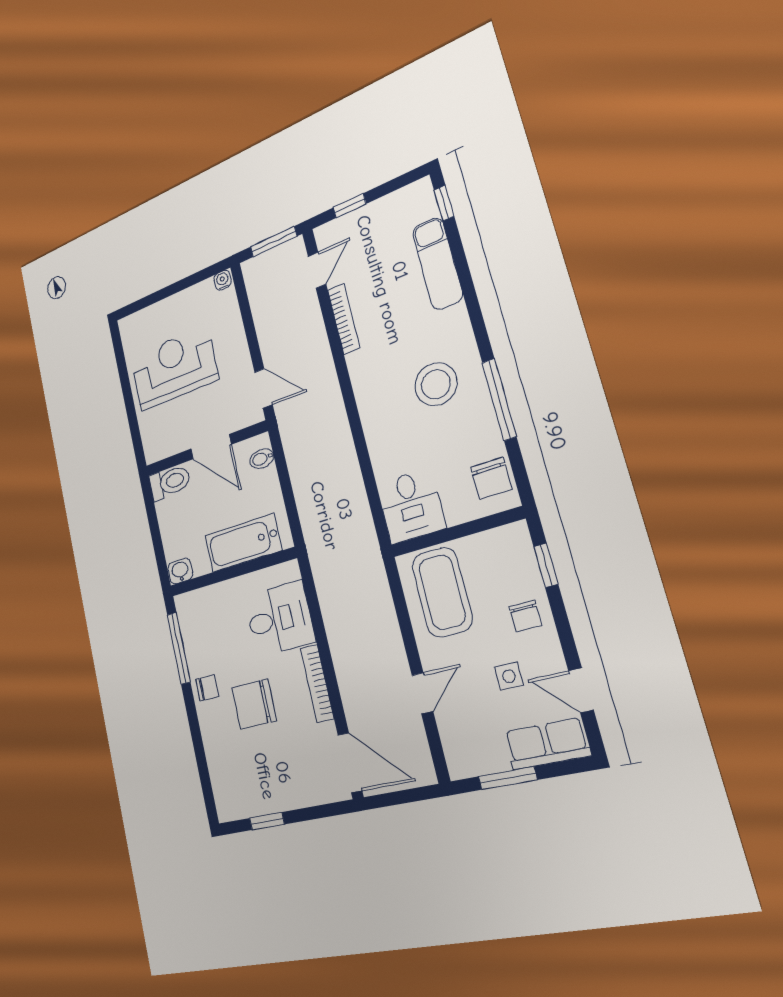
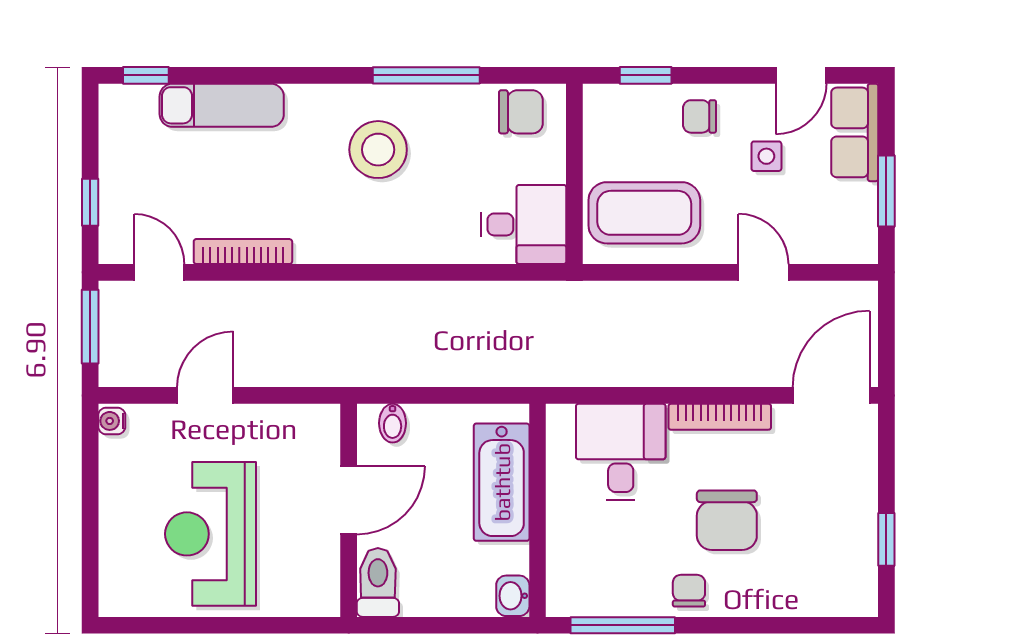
door: (263, 388) -> (205, 395), moved
chair: (525, 616) -> (700, 116), turned 180

